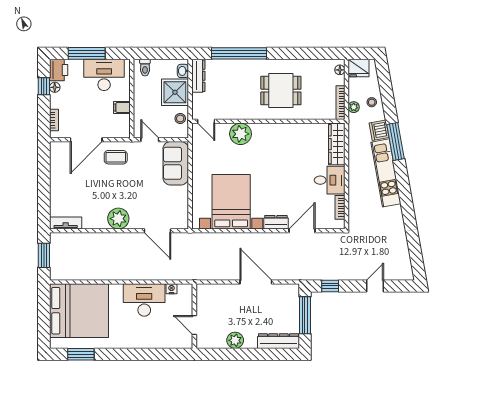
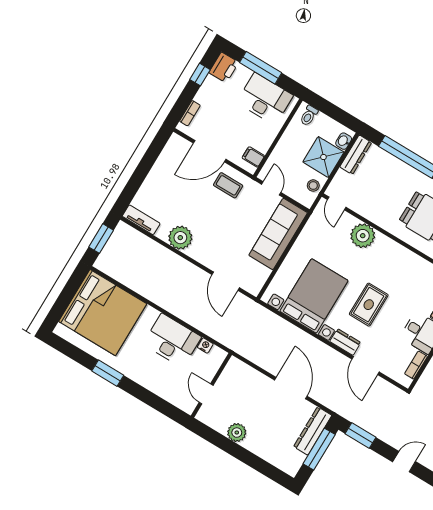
floor lamp: (55, 87) -> (210, 82), removed
filing cabinet: (122, 107) -> (253, 157), moved
sofa: (176, 163) -> (278, 234), width x1.36
rug: (277, 183) -> (369, 305), added
plant: (118, 219) -> (180, 238), moved
door: (302, 231) -> (366, 366), swing flipped
window: (330, 286) -> (361, 435), width x1.50
dresser: (278, 341) -> (313, 431), moved, turned -90
window: (81, 354) -> (108, 373), moved

